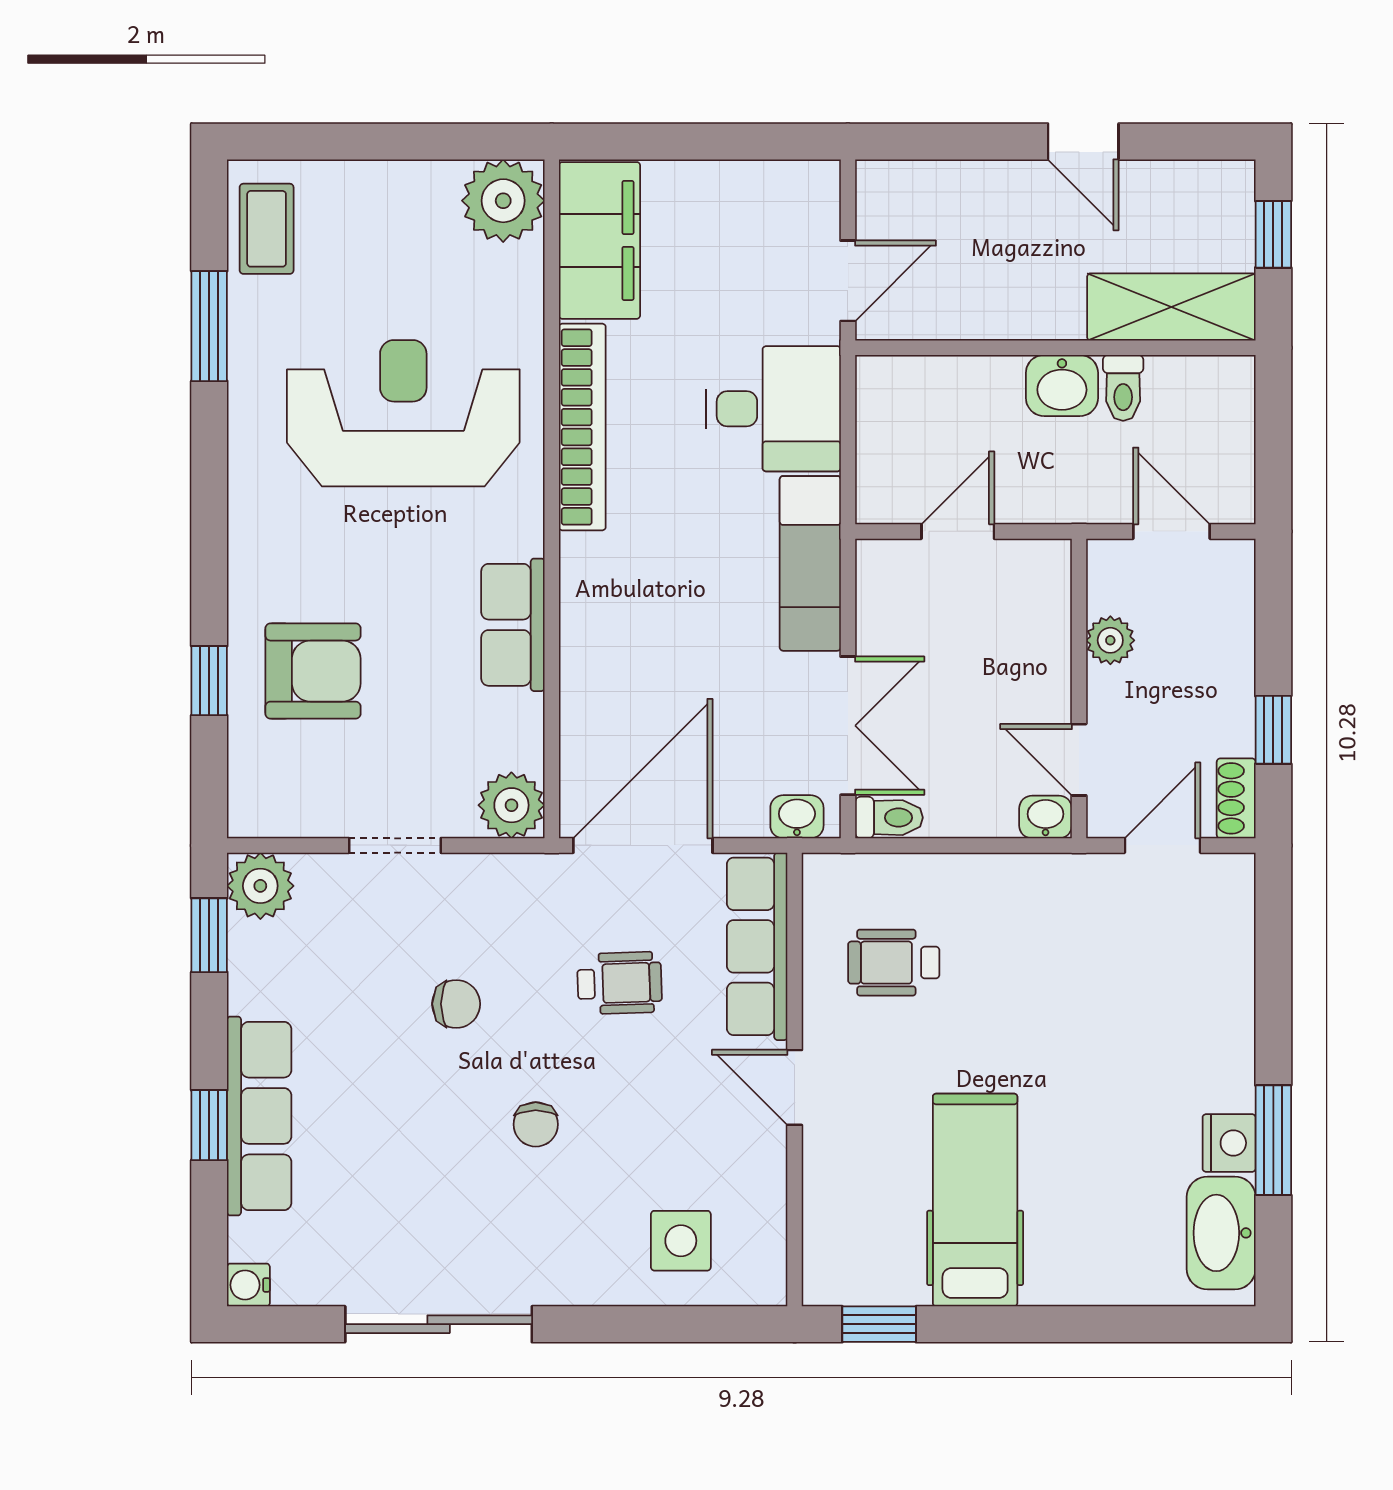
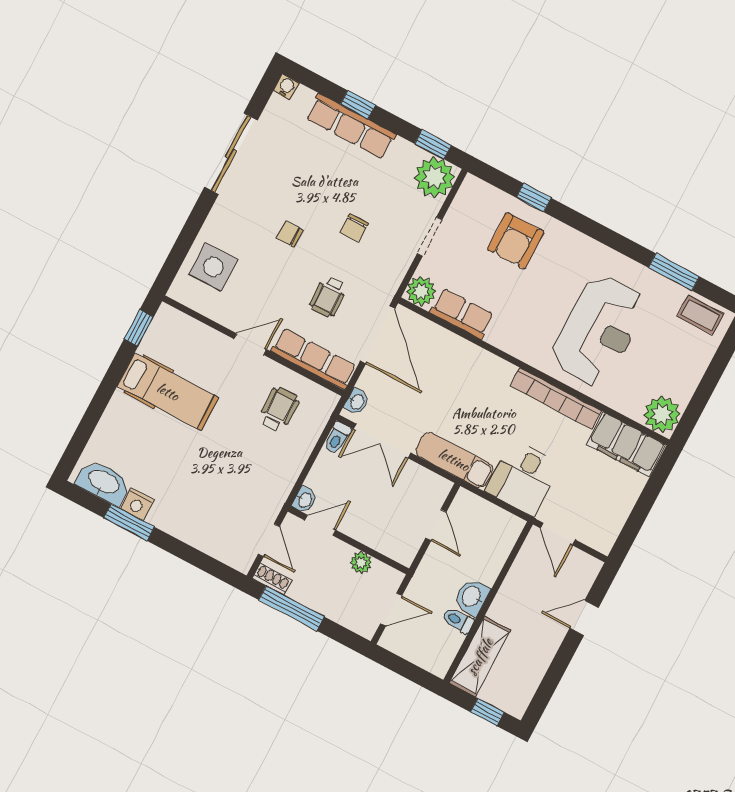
door: (1083, 142) -> (584, 618), moved
row of seats: (513, 625) -> (462, 314), moved
window: (1273, 730) -> (291, 608), width x2.17
plant: (260, 886) -> (434, 177), width x1.36, depth x1.36
side table: (681, 1241) -> (213, 267), width x1.37, depth x1.37

